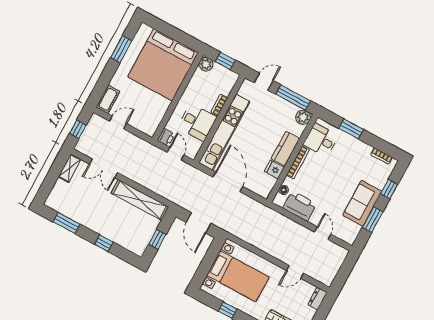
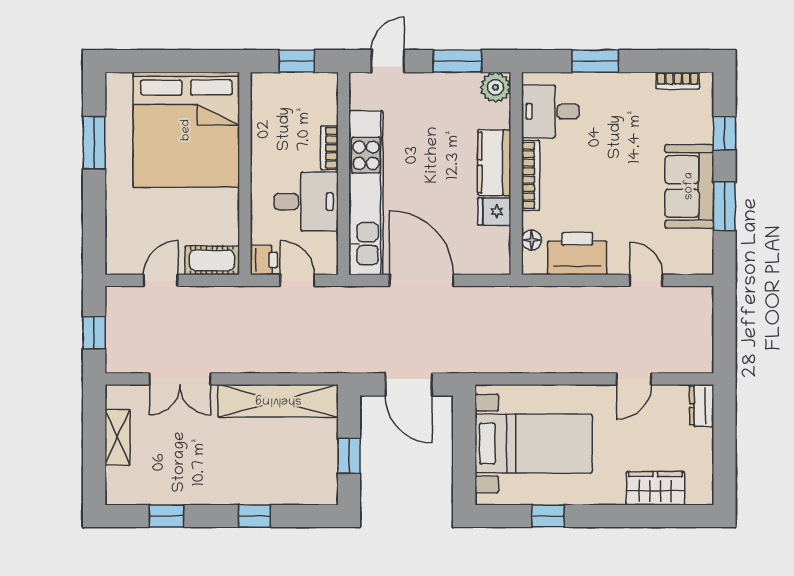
plant: (206, 64) -> (265, 86), removed
window: (293, 98) -> (458, 61), width x0.69
cot: (108, 99) -> (212, 260), moved, turned 90
shelving: (70, 168) -> (118, 437), moved
window: (67, 223) -> (166, 516), width x0.67

